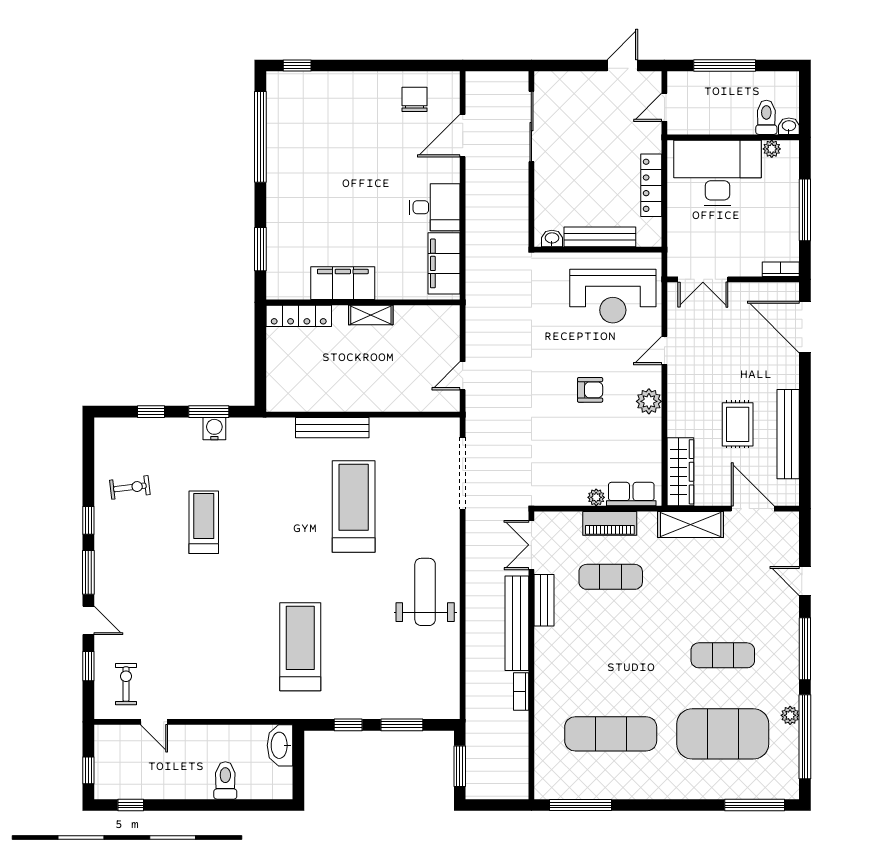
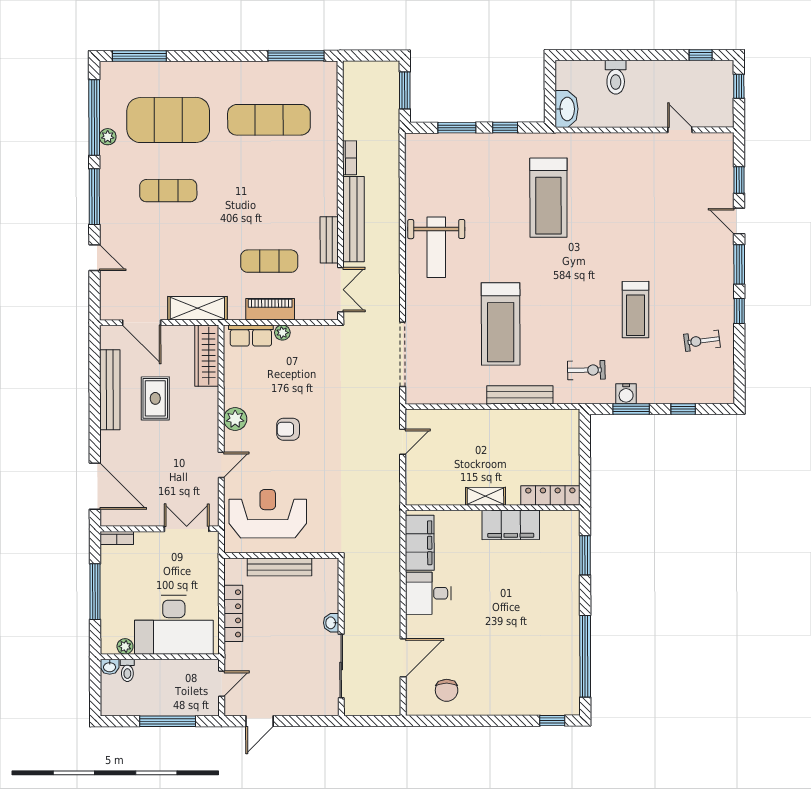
toilet: (766, 117) -> (127, 670), width x0.73, depth x0.72
washbasin: (552, 238) -> (331, 623), moved, turned 90
exercise bike: (126, 684) -> (586, 370), moved, turned -91

